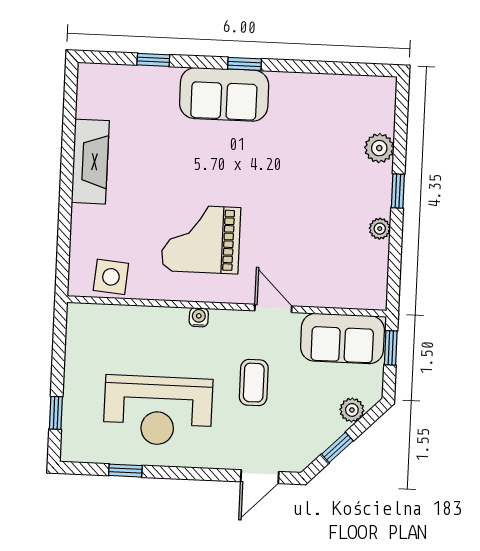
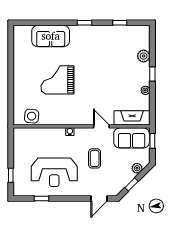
window: (153, 60) -> (120, 23), moved
sofa: (224, 94) -> (51, 36), moved
fireplace: (90, 162) -> (132, 118), moved, turned -90
grand piano: (201, 239) -> (57, 80), moved

